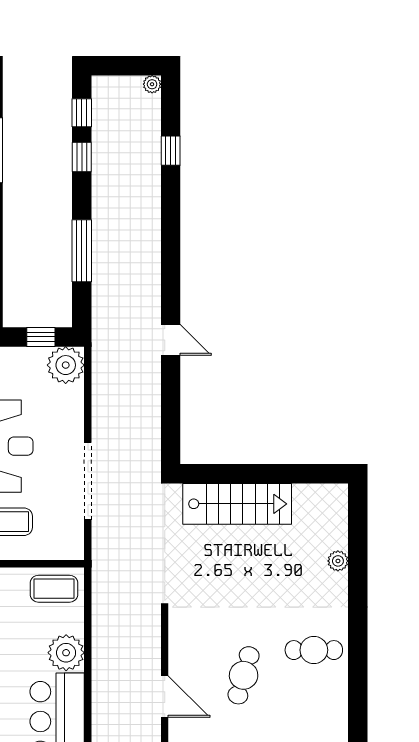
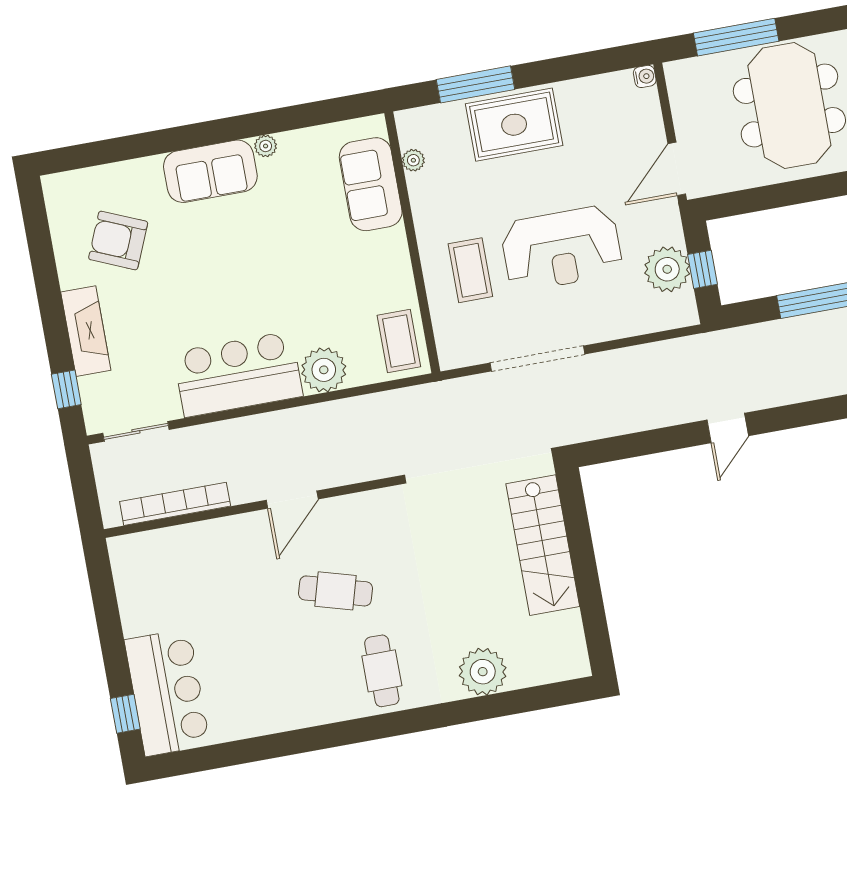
plant: (66, 365) -> (667, 269), moved
plant: (338, 561) -> (483, 672), width x1.88, depth x1.88

